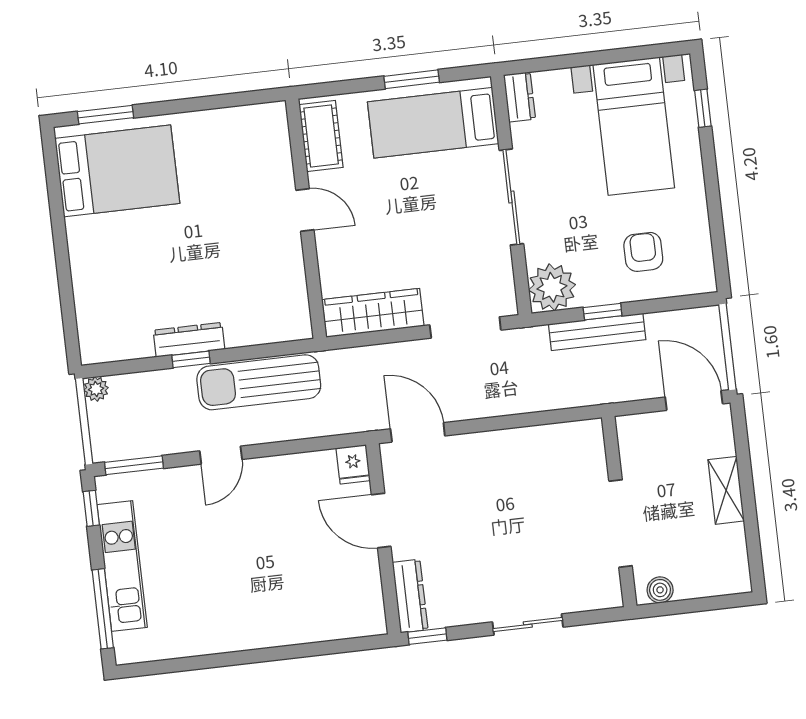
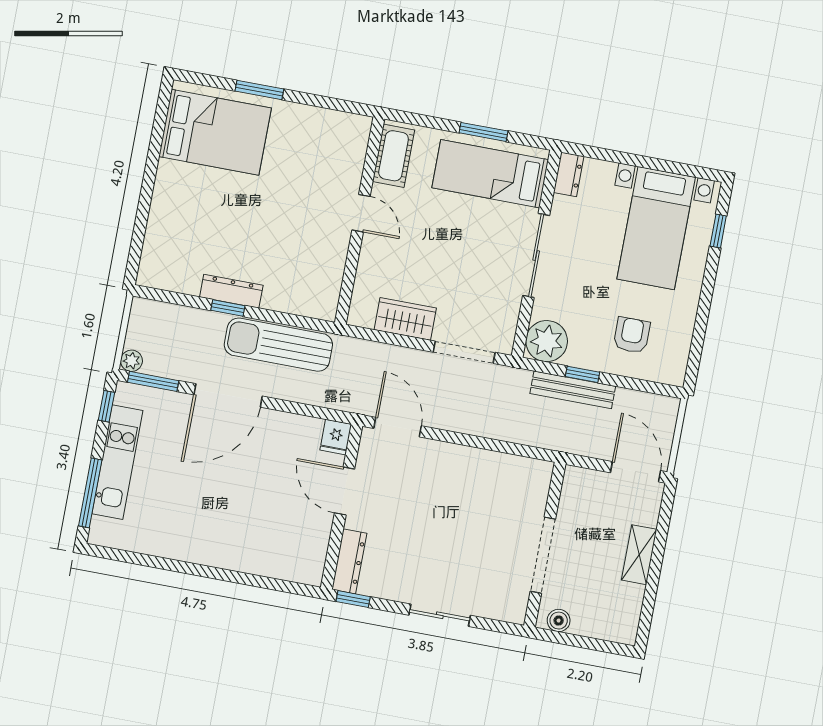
window: (105, 115) -> (259, 90), moved
wardrobe: (373, 313) -> (405, 319), width x0.67
plant: (96, 389) -> (131, 361), moved
door: (221, 455) -> (228, 395), width x1.88

